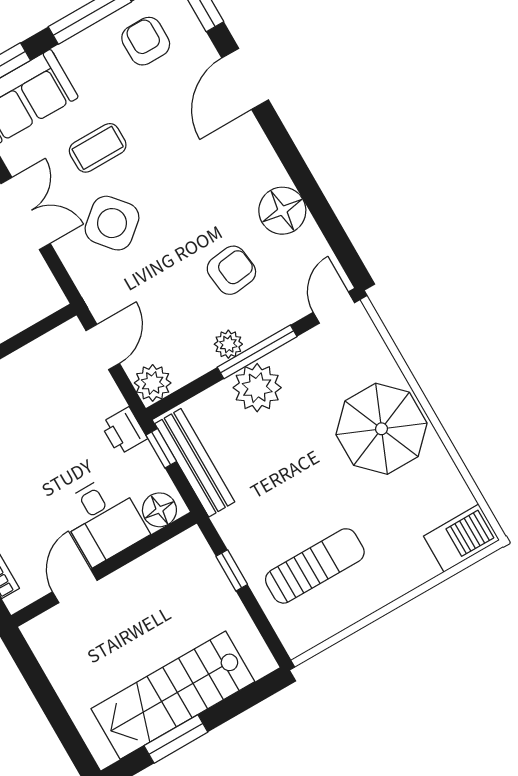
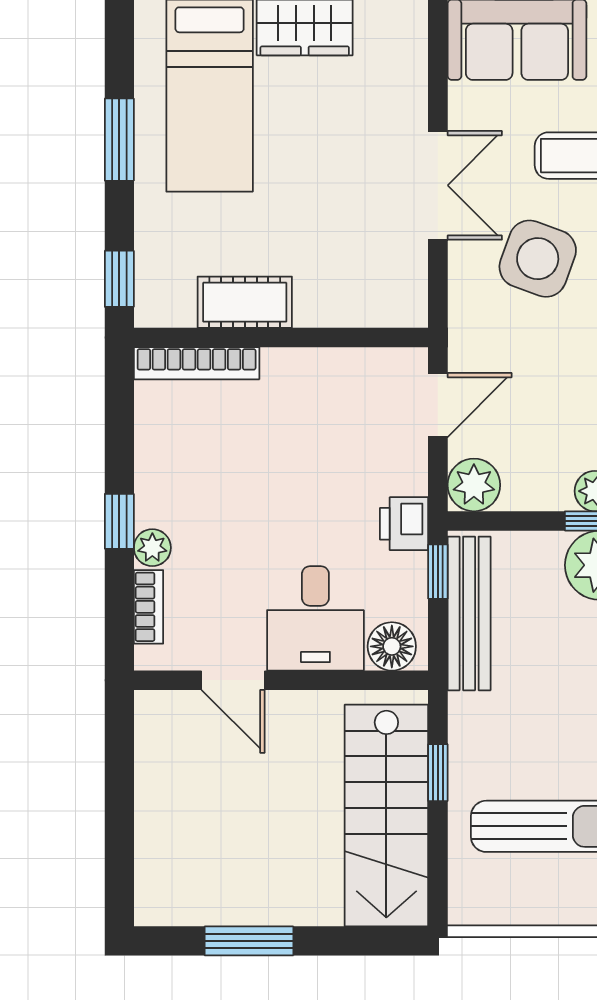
side table: (112, 223) -> (538, 259), turned -30
door: (75, 586) -> (233, 680), swing flipped
stairs: (173, 695) -> (386, 816), moved, turned -90

